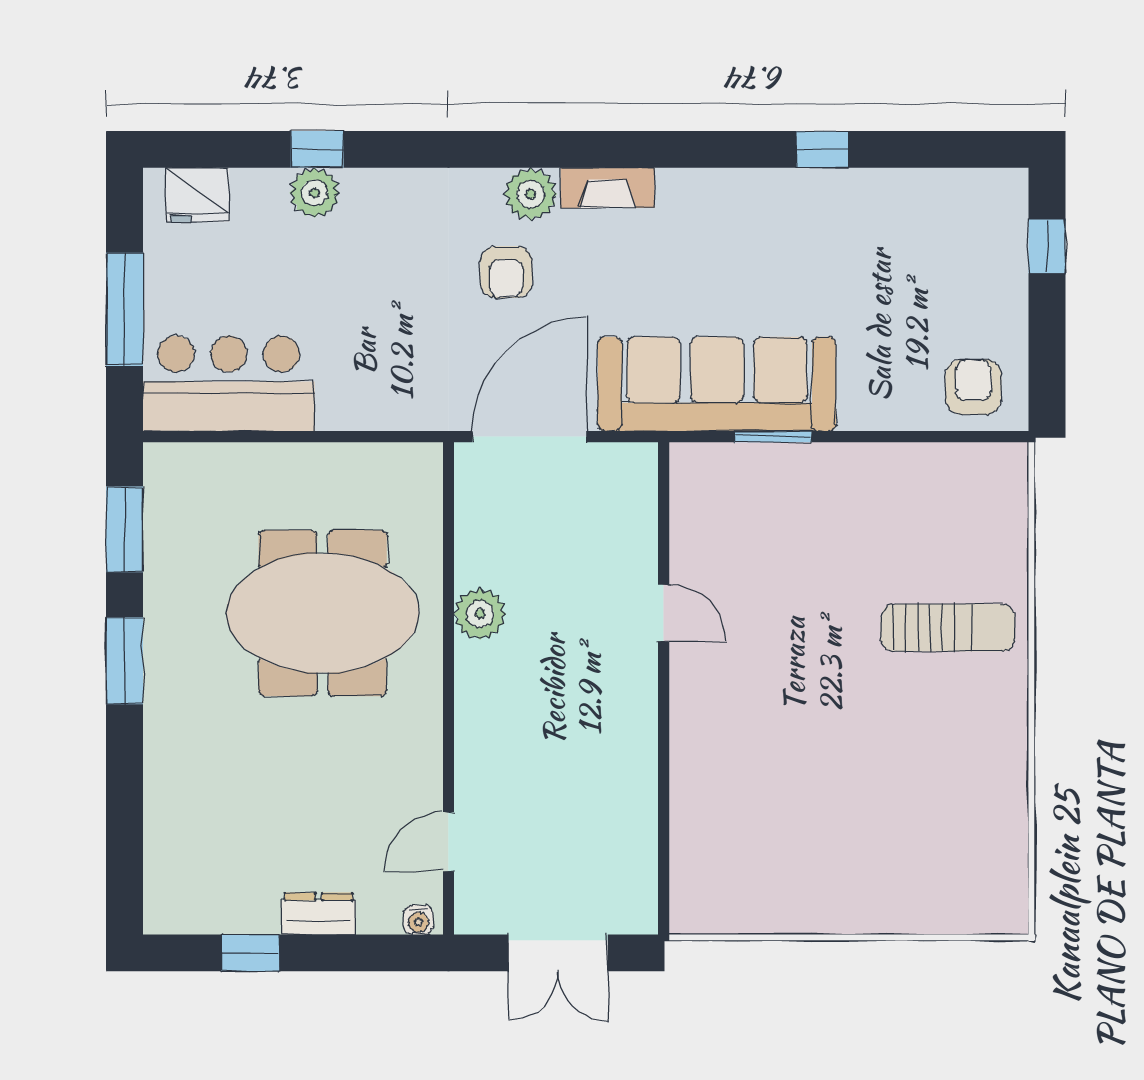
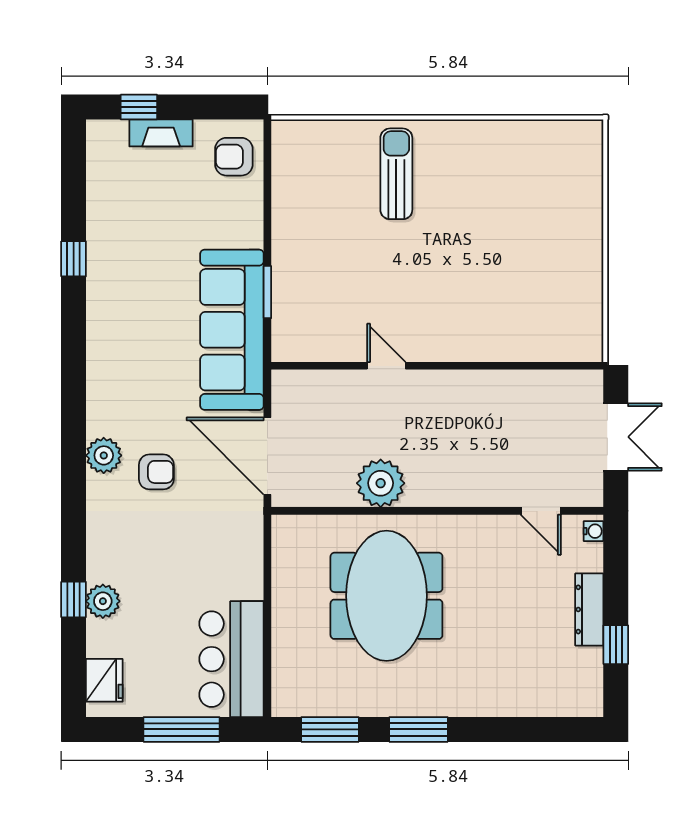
fireplace: (608, 188) -> (161, 133), moved, turned 90
door: (664, 613) -> (386, 366), hinge flipped
plant: (480, 614) -> (381, 483), width x1.36, depth x1.36
dresser: (319, 914) -> (589, 609), width x1.44

